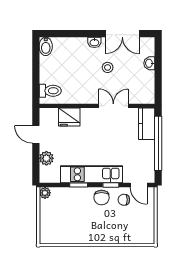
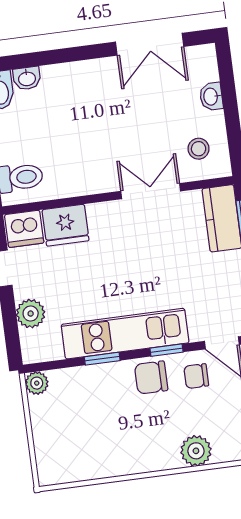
washbasin: (94, 42) -> (27, 78), moved
stool: (108, 67) -> (199, 149), moved
dishwasher: (49, 116) -> (24, 229), added
chair: (102, 198) -> (151, 378), turned 90
plant: (119, 236) -> (196, 451), added

